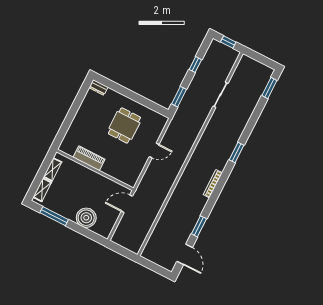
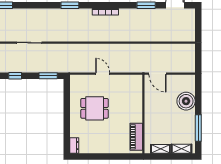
piano: (89, 158) -> (136, 137), moved

